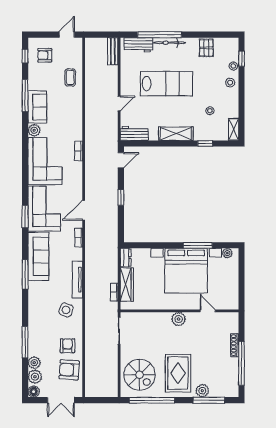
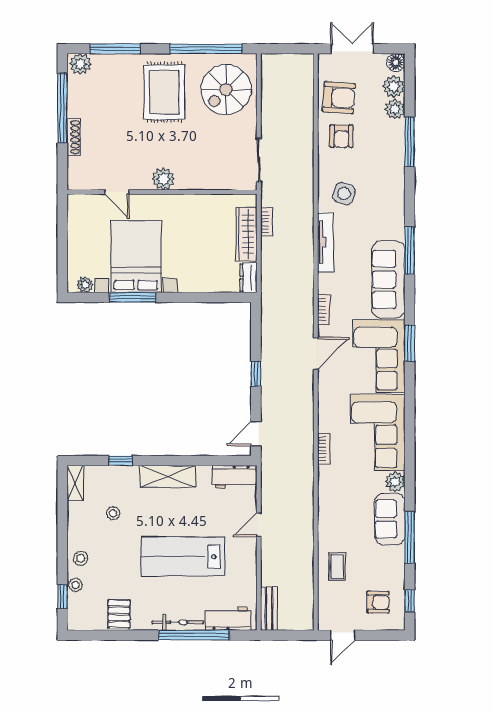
bed with nightstands: (186, 271) -> (136, 256), width x0.73
spiral stairs: (139, 375) -> (226, 89), turned -90
plant: (202, 391) -> (80, 64), moved

